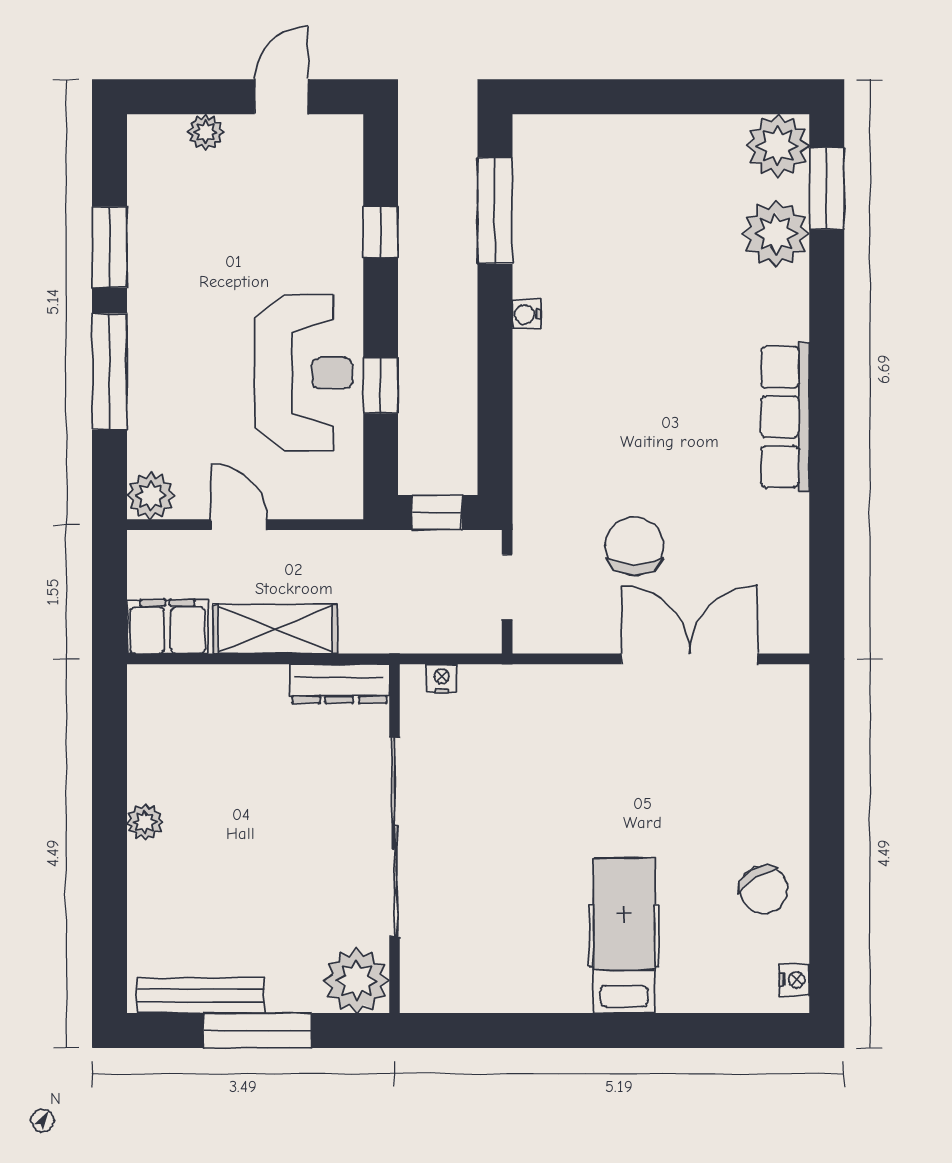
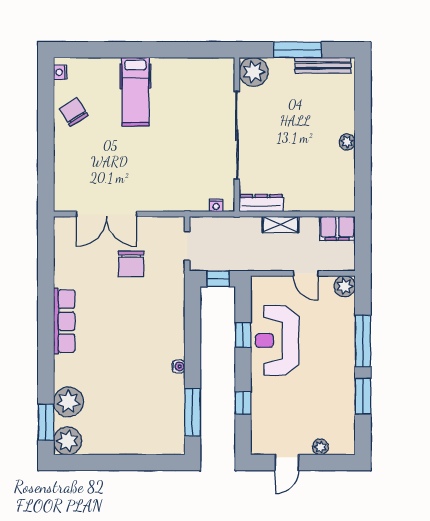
shelving: (275, 629) -> (281, 225), width x0.67, depth x0.75

